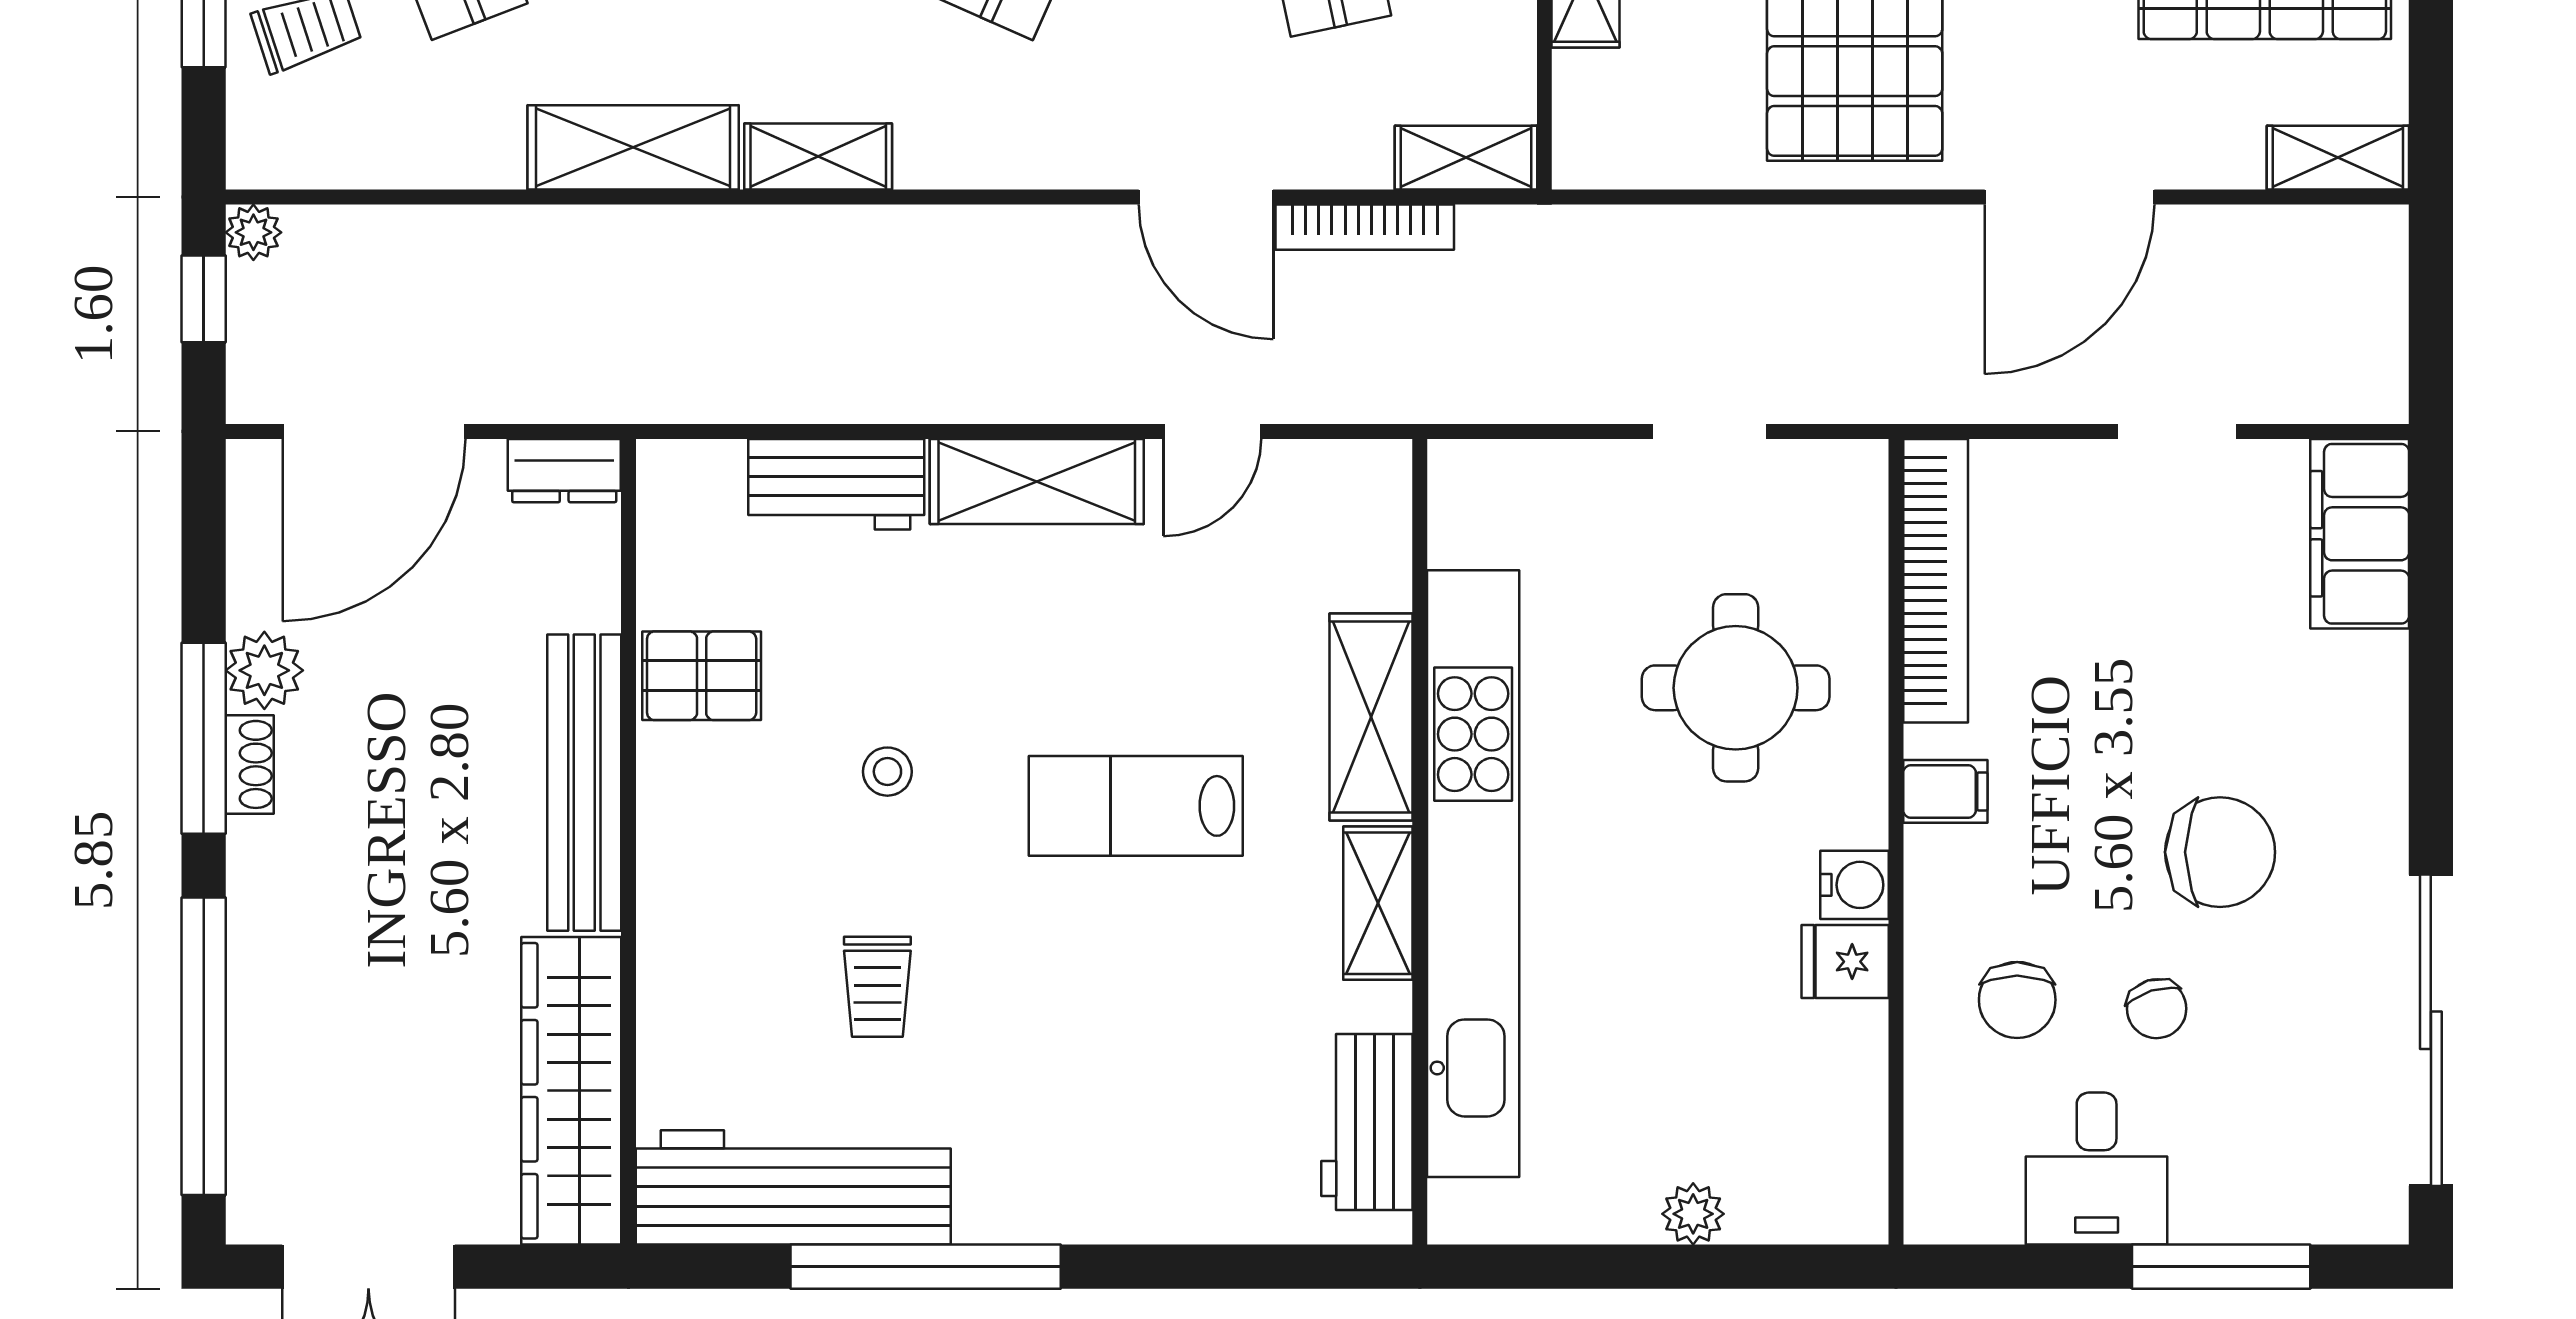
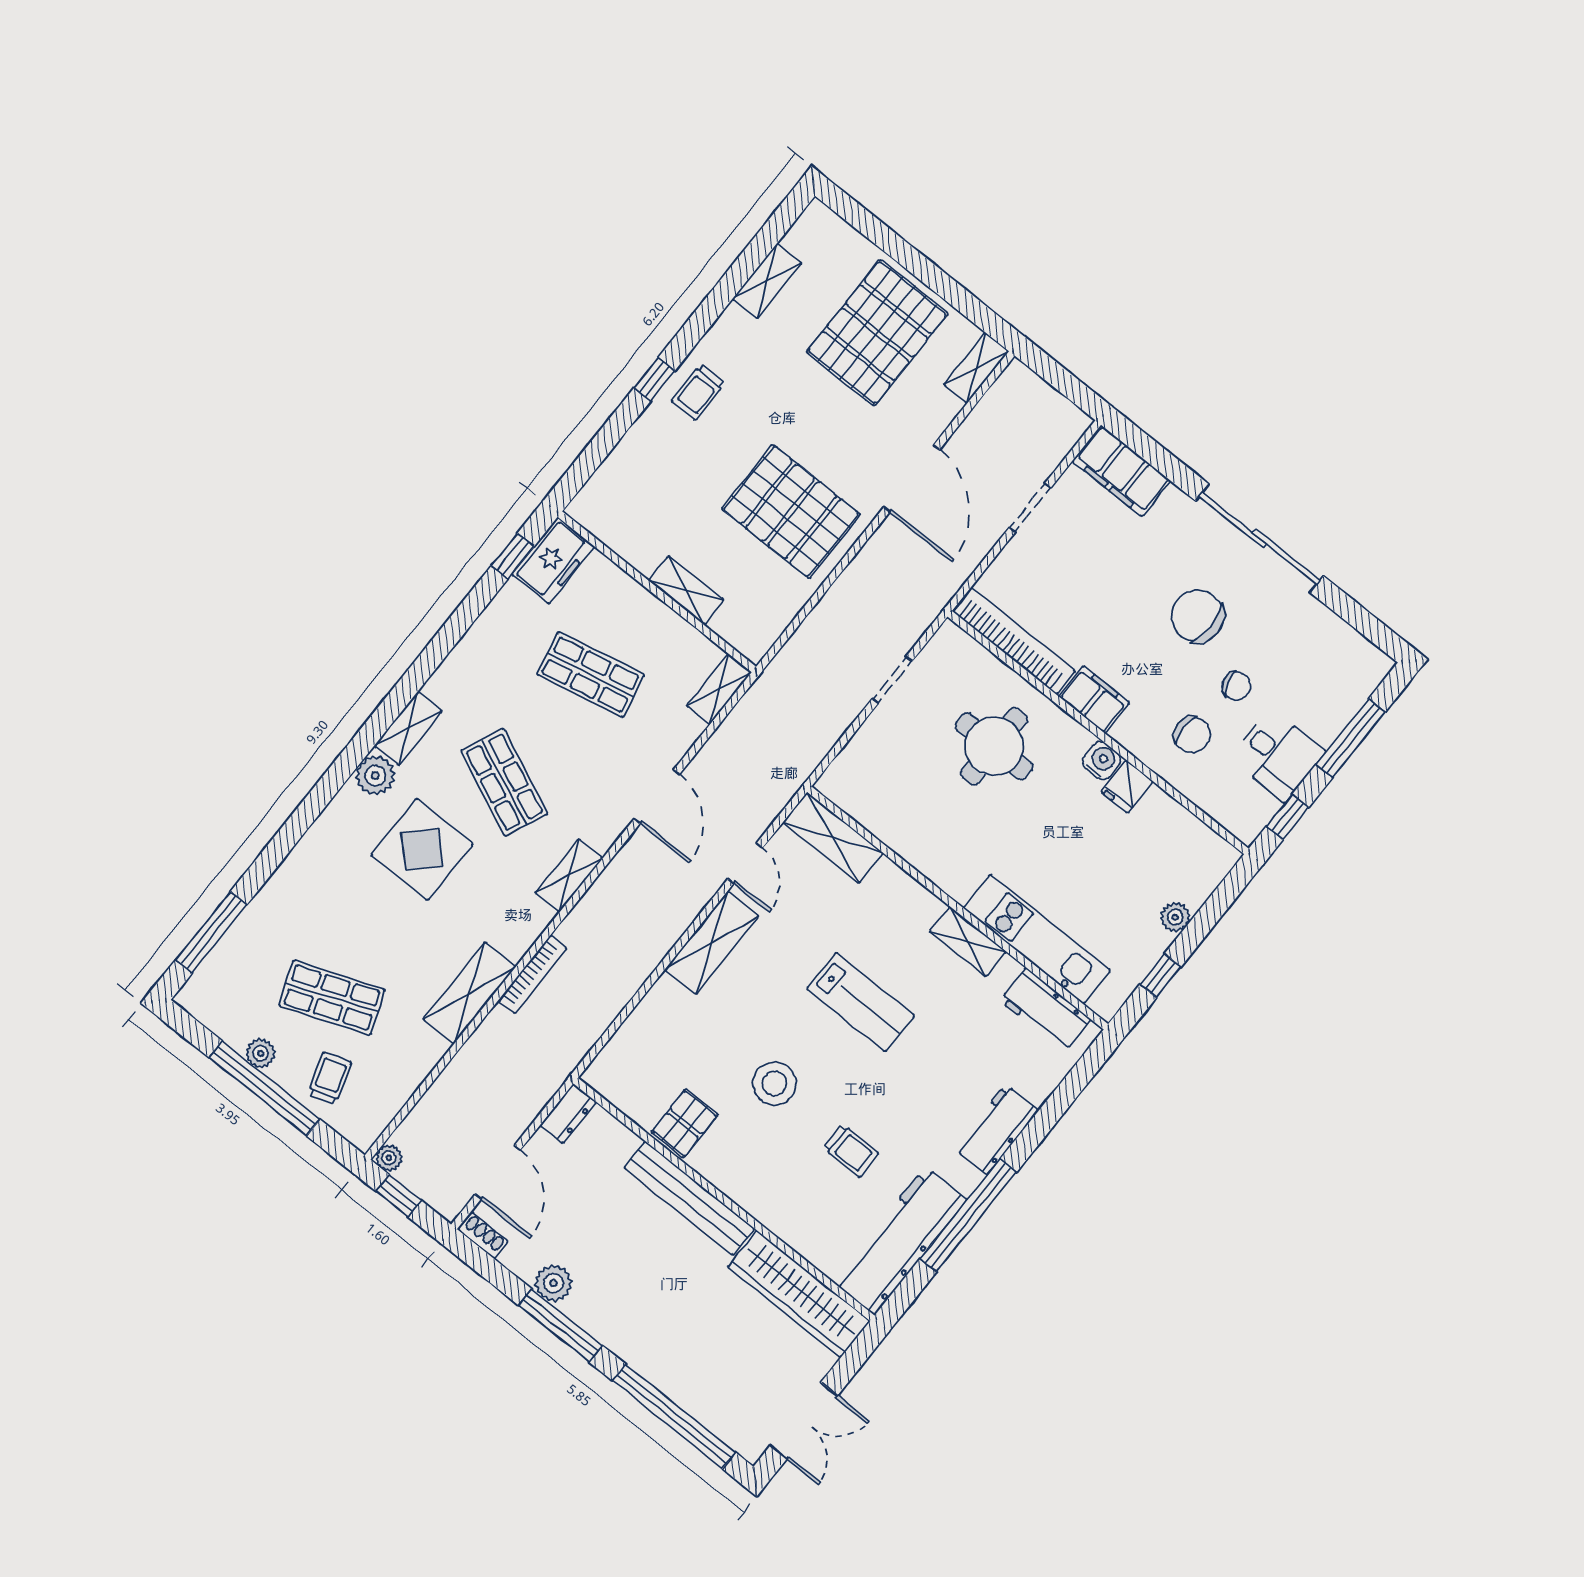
shelving: (818, 156) -> (569, 876), moved
door: (1206, 197) -> (657, 797), hinge flipped
bookcase: (1365, 227) -> (533, 974), moved
door: (374, 431) -> (498, 1172), width x0.73
workbench: (836, 484) -> (996, 1130), moved, turned 180
shelving: (1371, 717) -> (833, 838), moved
shoe rack: (250, 764) -> (483, 1236), moved
stool: (887, 772) -> (775, 1083), width x1.89, depth x1.89
filing cabinet: (1945, 791) -> (1094, 700), width x2.00
lab bench: (1136, 806) -> (860, 1002), turned -90
chair: (2220, 852) -> (1198, 616), turned -90
kitchen unit: (1473, 874) -> (1037, 939), width x0.54
sliding door: (2431, 1030) -> (1260, 538), moved
window: (1577, 1267) -> (1160, 976), added
window: (2008, 1267) -> (1288, 817), added

